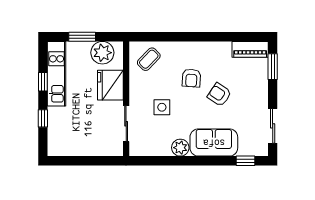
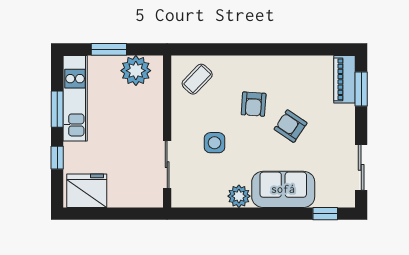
piano: (250, 49) -> (344, 79), moved, turned 90
window: (43, 82) -> (57, 109), width x1.50
fridge: (110, 85) -> (87, 191), moved, turned 90

